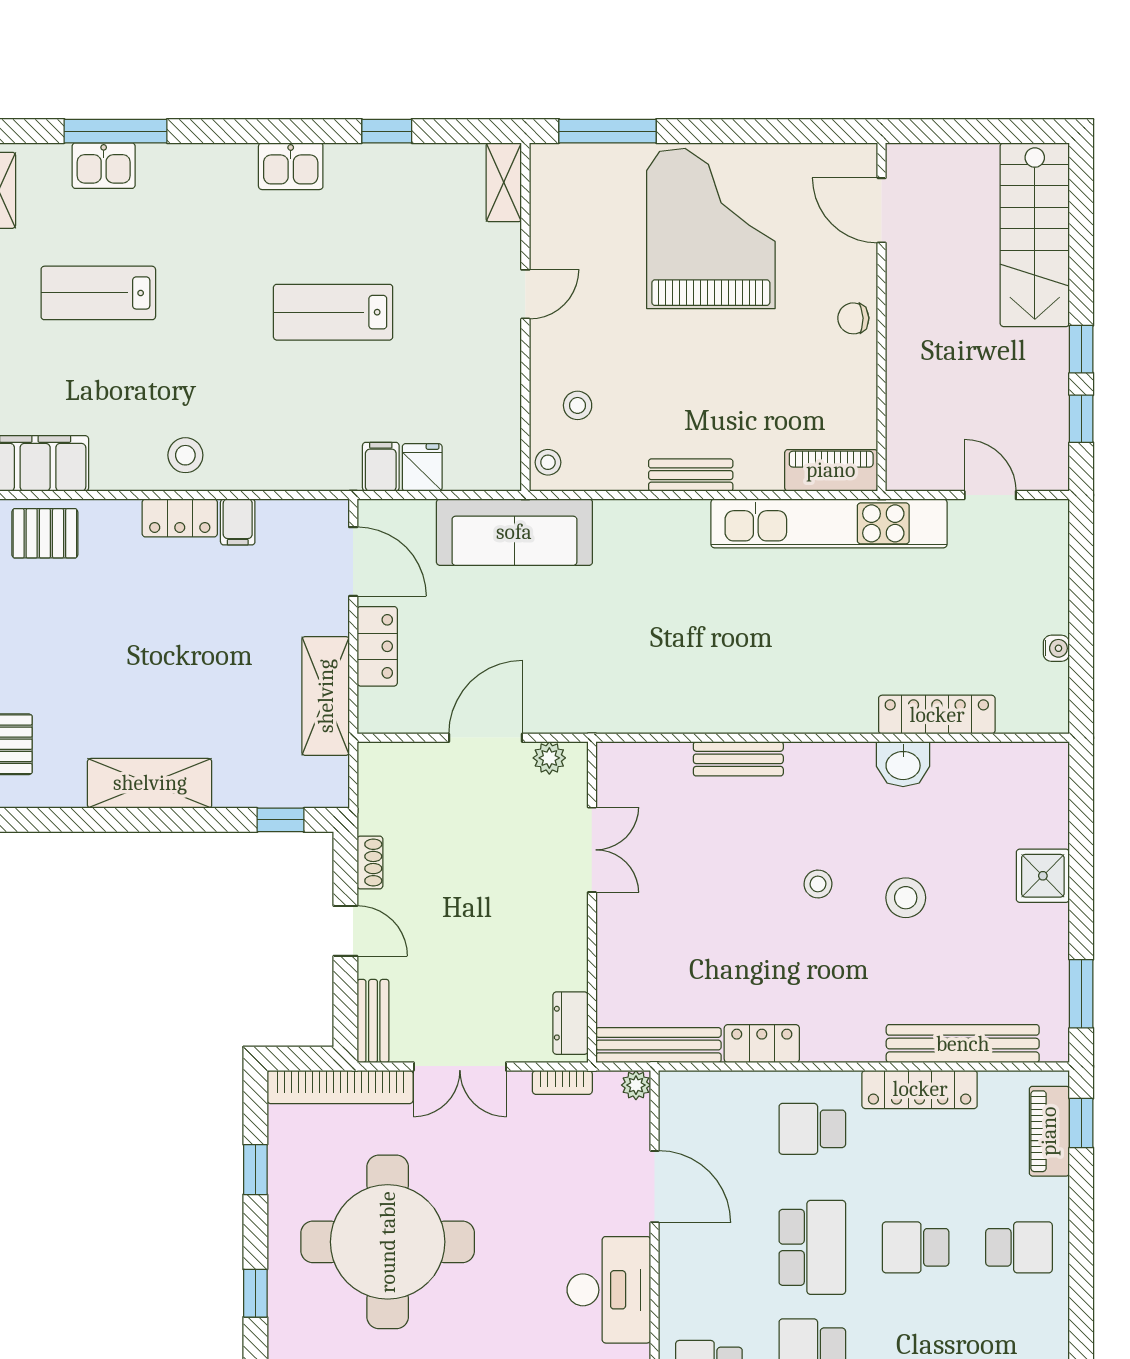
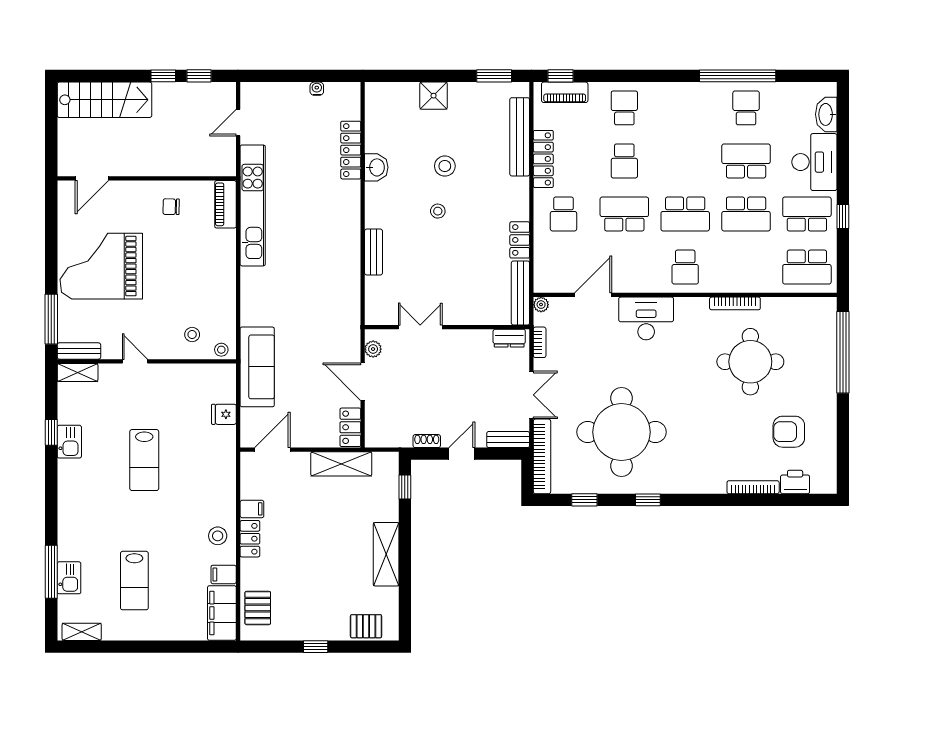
kitchen sink: (291, 166) -> (69, 442), moved
chair: (853, 318) -> (171, 207), moved, turned 93
filing cabinet: (381, 467) -> (224, 574), moved
bench: (691, 475) -> (79, 351), moved, turned 90
locker: (377, 646) -> (350, 427), moved, turned -90

